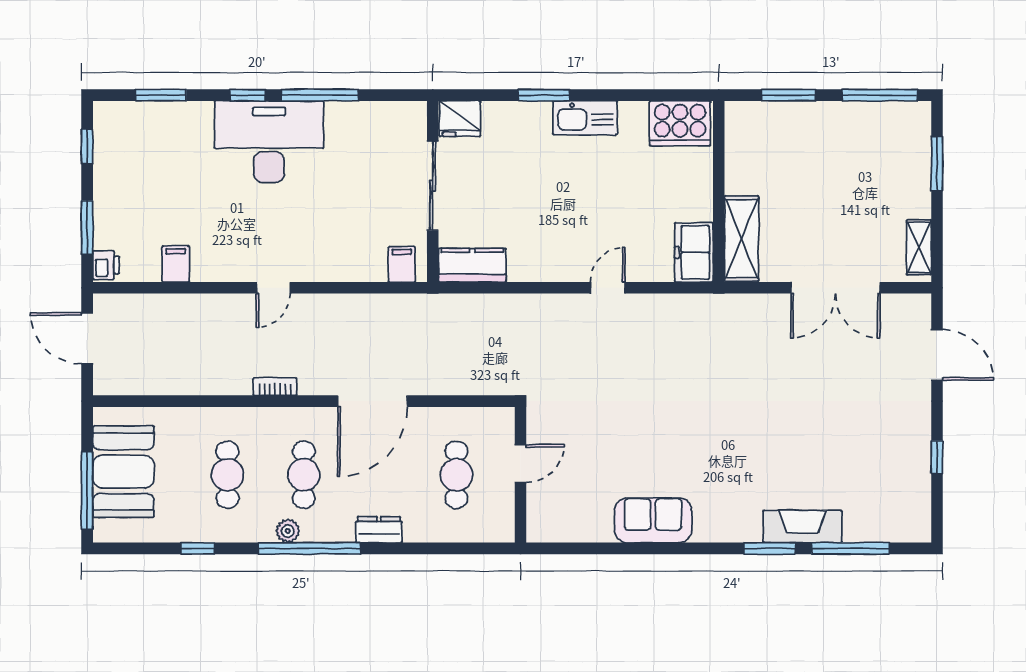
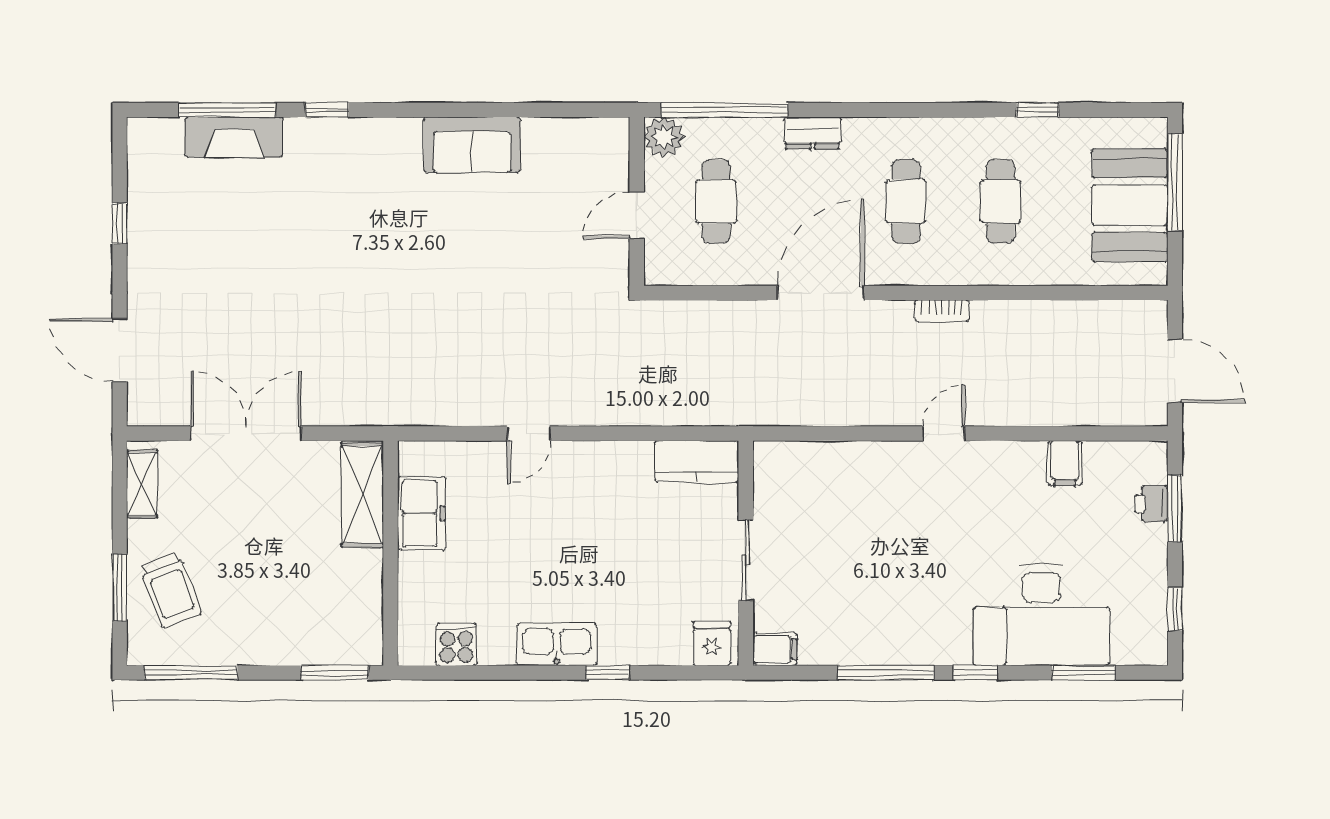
window: (544, 95) -> (608, 673), width x0.67
window: (788, 95) -> (335, 673), moved
fridge: (460, 119) -> (712, 644), width x0.72
cooker: (680, 123) -> (456, 644), width x0.53, depth x0.76
desk: (269, 142) -> (1041, 615), moved
trolley: (896, 162) -> (171, 590), added
sliding door: (433, 186) -> (746, 560), width x0.73
freezer: (694, 252) -> (422, 513), moved
filing cabinet: (402, 264) -> (775, 649), moved, turned -90
printer: (106, 265) -> (1151, 504), moved
fireplace: (802, 527) -> (234, 137), moved
plant: (288, 531) -> (664, 137), moved, width x1.38, depth x1.38
window: (309, 548) -> (725, 110), moved
window: (770, 548) -> (327, 110), width x0.67

